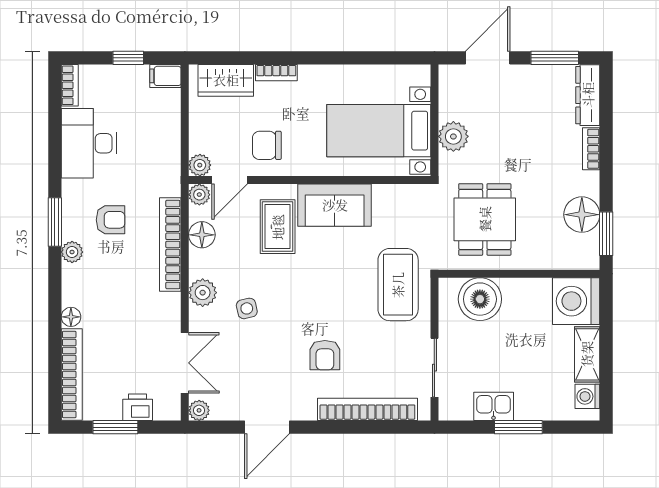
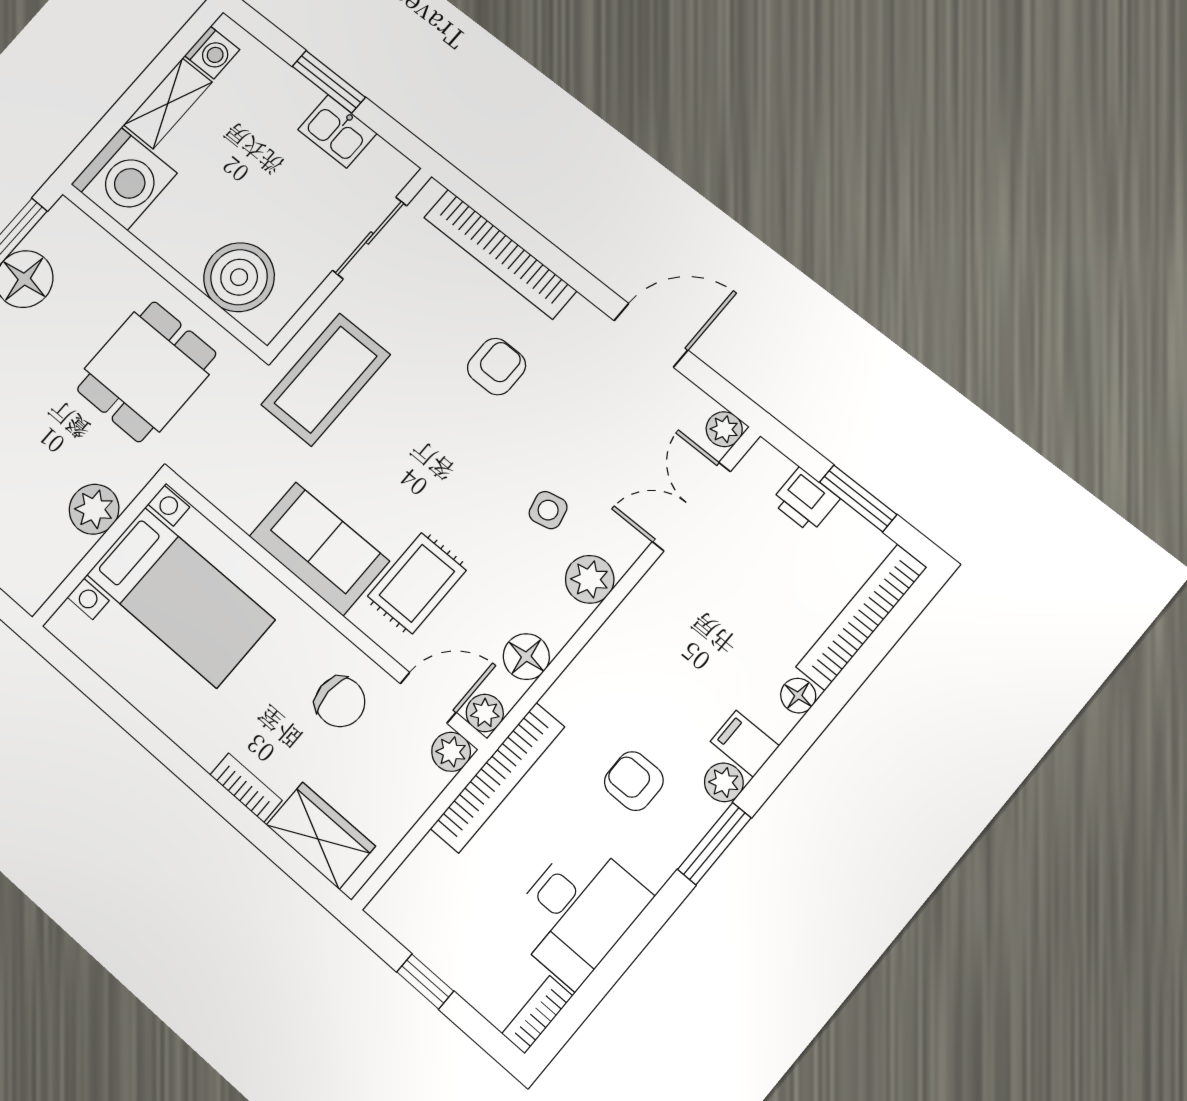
filing cabinet: (165, 76) -> (745, 744), moved, turned 180
bookcase: (170, 244) -> (498, 778), moved

